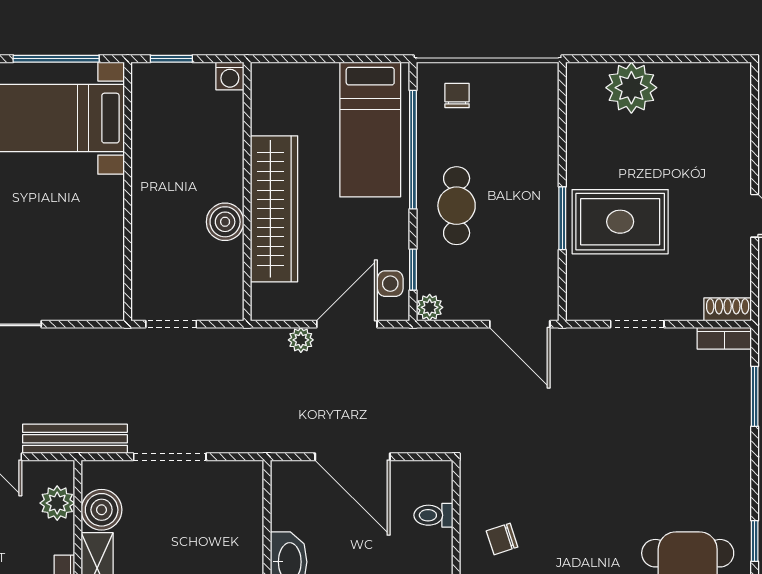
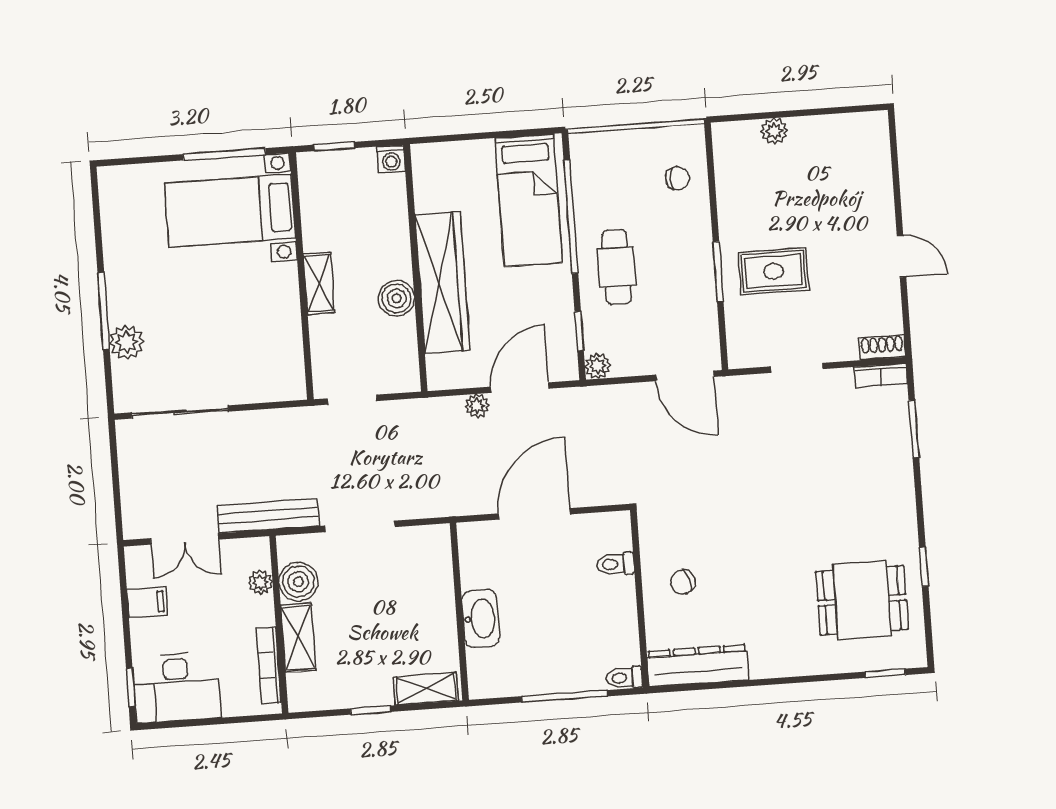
plant: (631, 88) -> (774, 131), width x0.53, depth x0.53
chair: (457, 96) -> (677, 178), moved, turned 90
shelving: (145, 200) -> (319, 283), added
rug: (620, 222) -> (774, 271), width x0.73, depth x0.70
side table: (390, 284) -> (558, 346), removed
door: (352, 457) -> (534, 514), swing flipped
plant: (57, 503) -> (260, 582), width x0.73, depth x0.73

